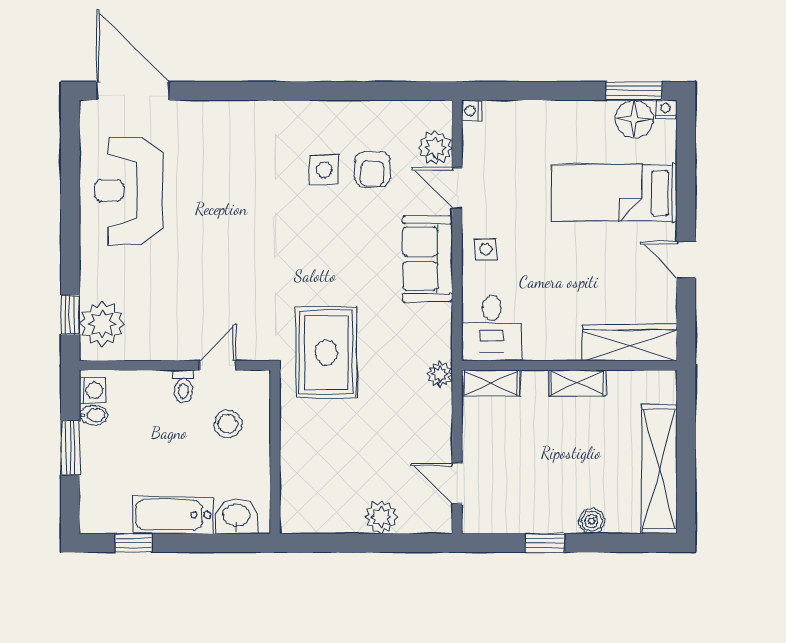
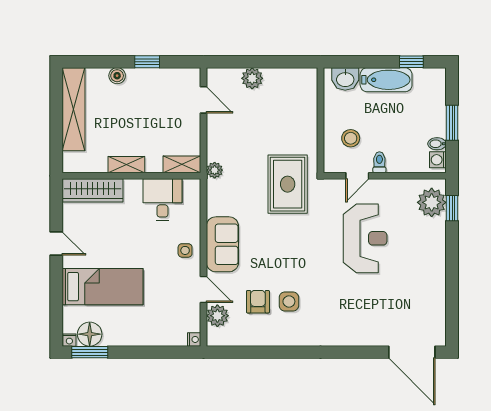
reception desk: (129, 191) -> (365, 238), moved
desk: (492, 328) -> (162, 200), moved

